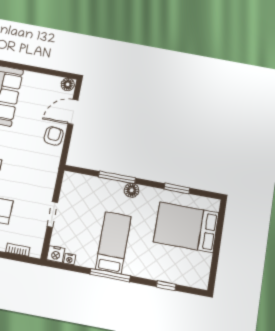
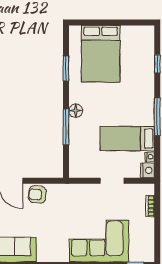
bed: (113, 243) -> (127, 139), moved

